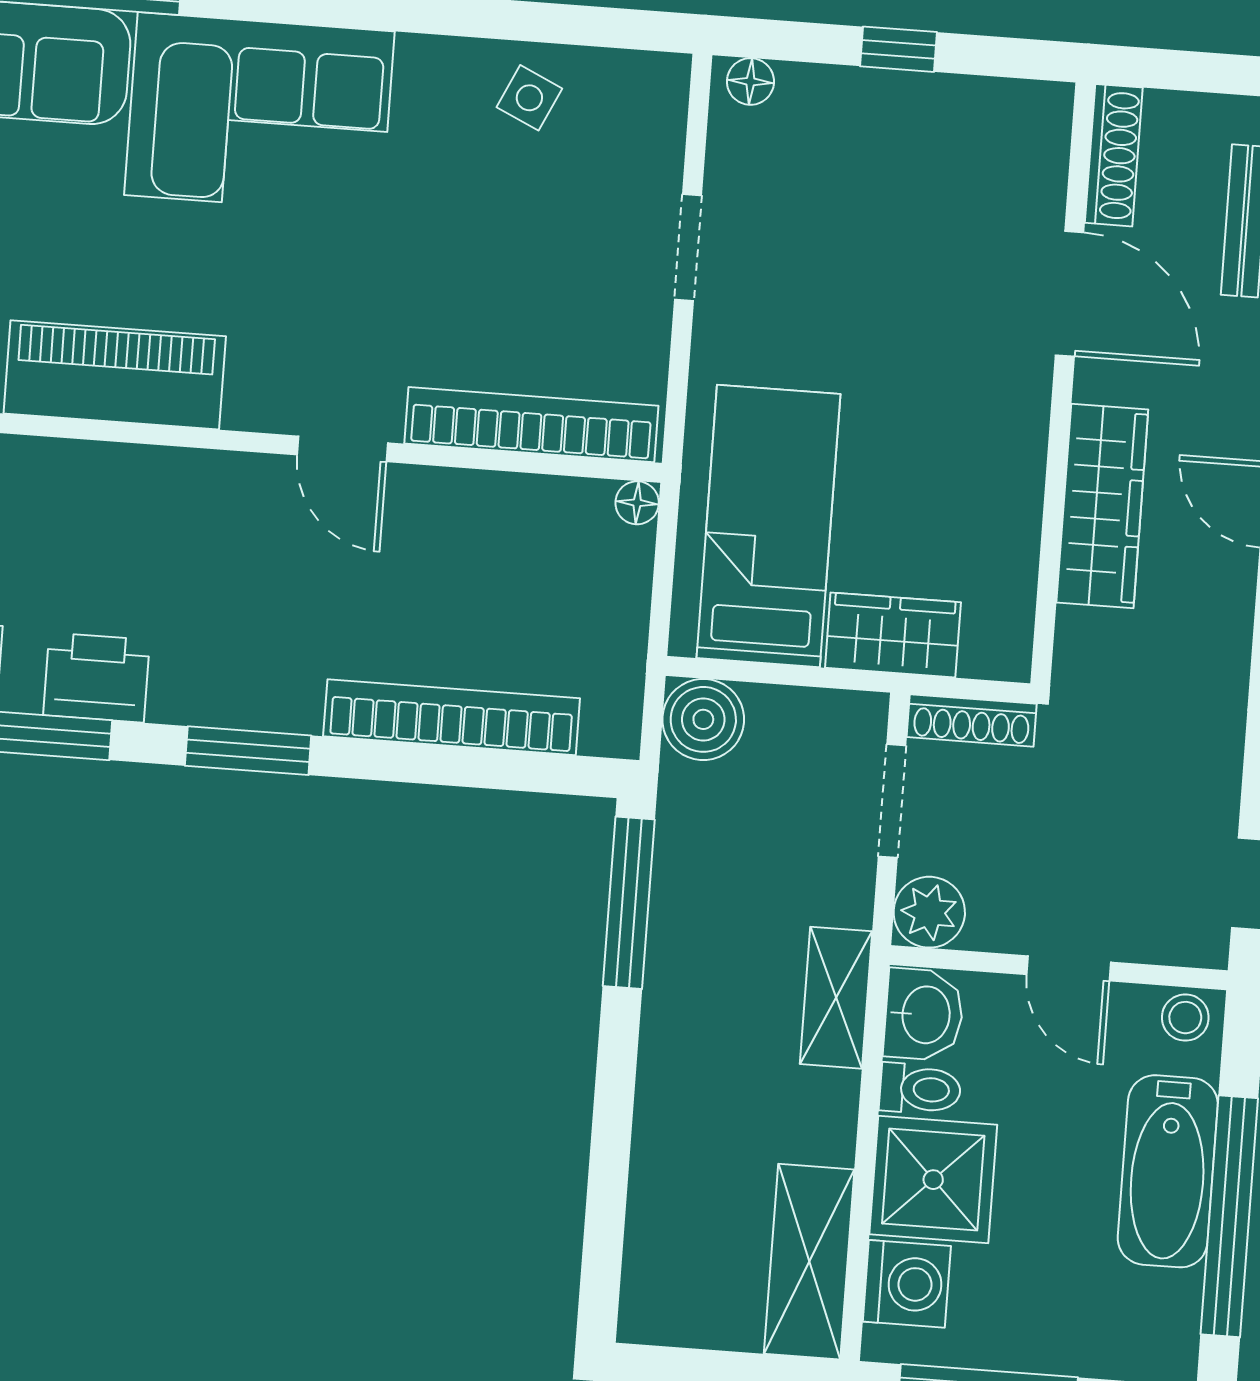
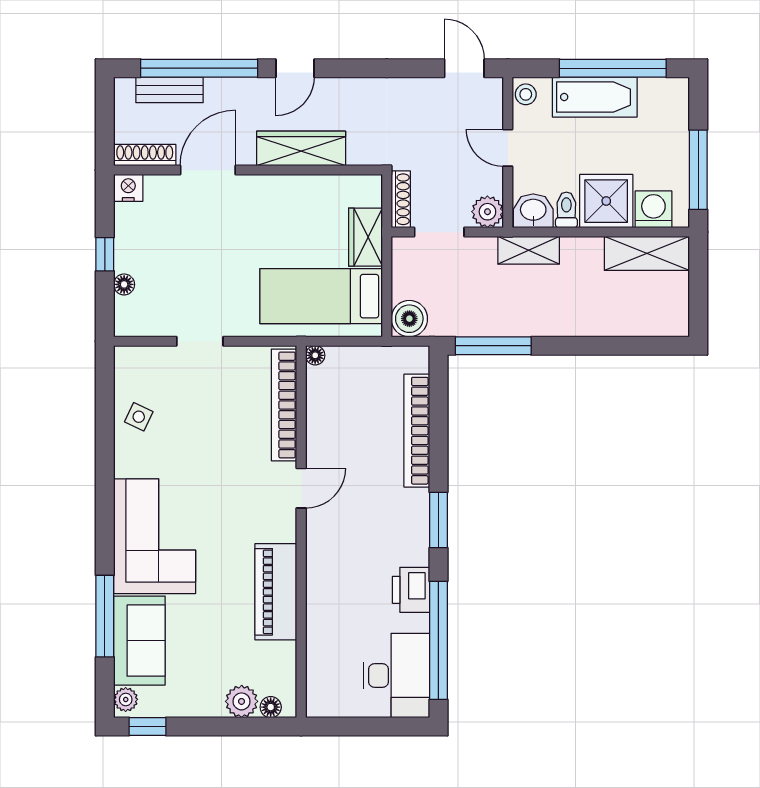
floor lamp: (750, 82) -> (124, 284), moved
nightstand: (1043, 113) -> (128, 188), added
door: (1069, 968) -> (508, 148), swing flipped

